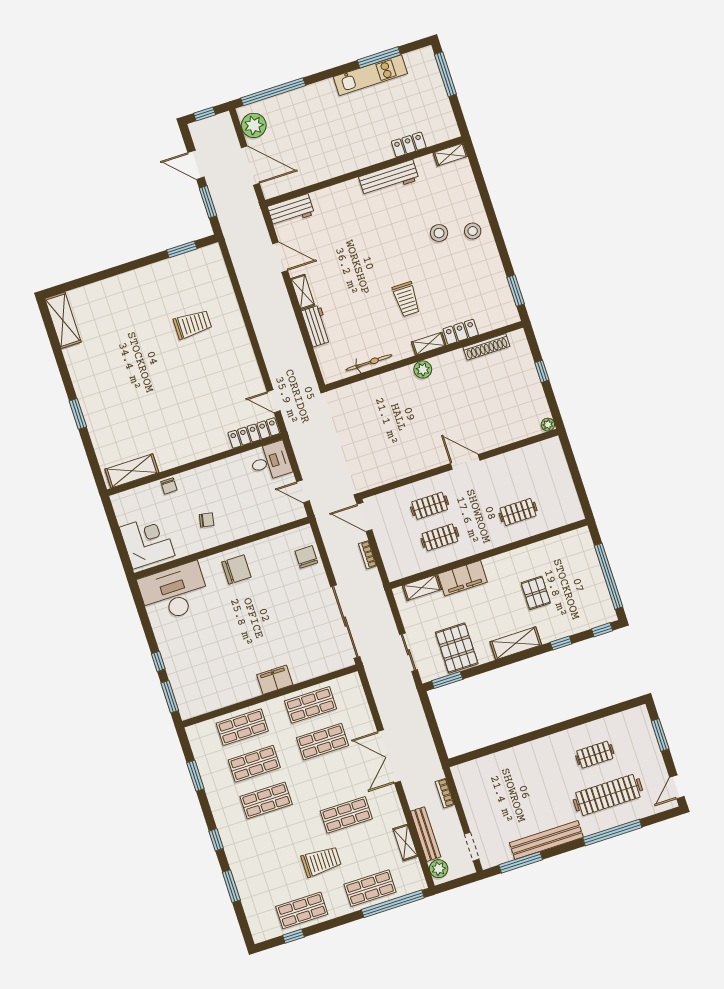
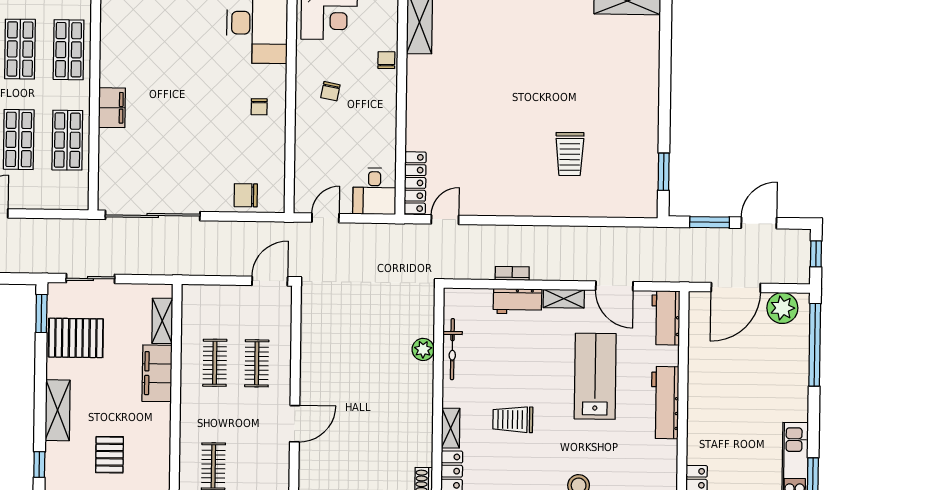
workbench: (389, 178) -> (665, 403), moved
lab bench: (353, 248) -> (595, 376), added
door: (280, 257) -> (614, 286), hinge flipped
plant: (423, 369) -> (423, 349), moved
chair: (169, 486) -> (386, 60), turned 90
bookcase: (368, 555) -> (512, 273), moved
chair: (306, 557) -> (246, 195), turned 180
chair: (236, 569) -> (259, 107), width x0.54, depth x0.54
pallet: (536, 593) -> (110, 455), turned 90

